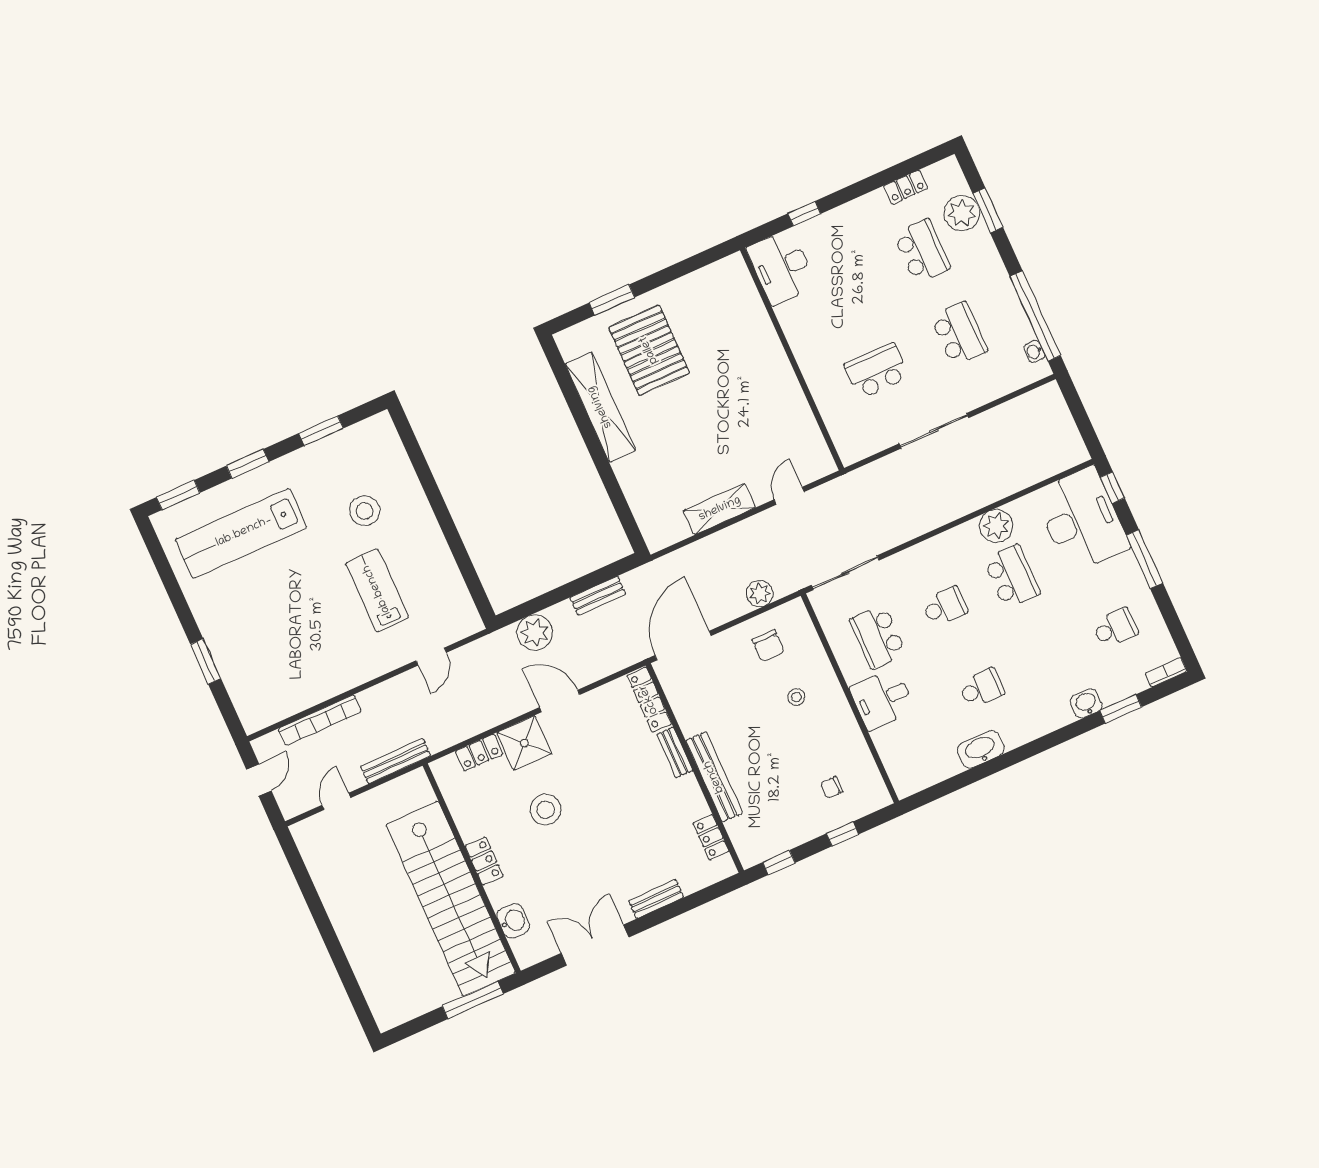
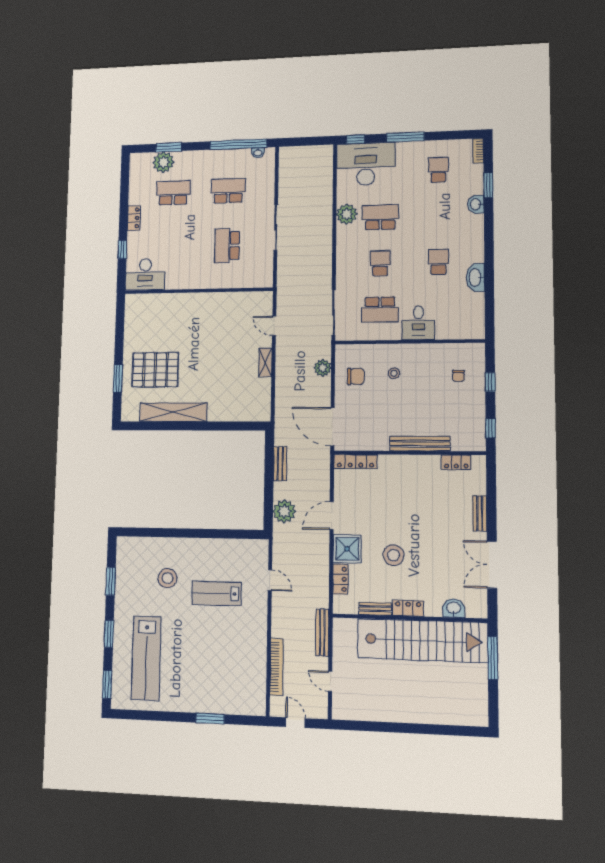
locker: (906, 187) -> (134, 218), moved
shelving: (720, 509) -> (265, 362), width x0.67, depth x0.75
bench: (675, 752) -> (375, 609), moved

